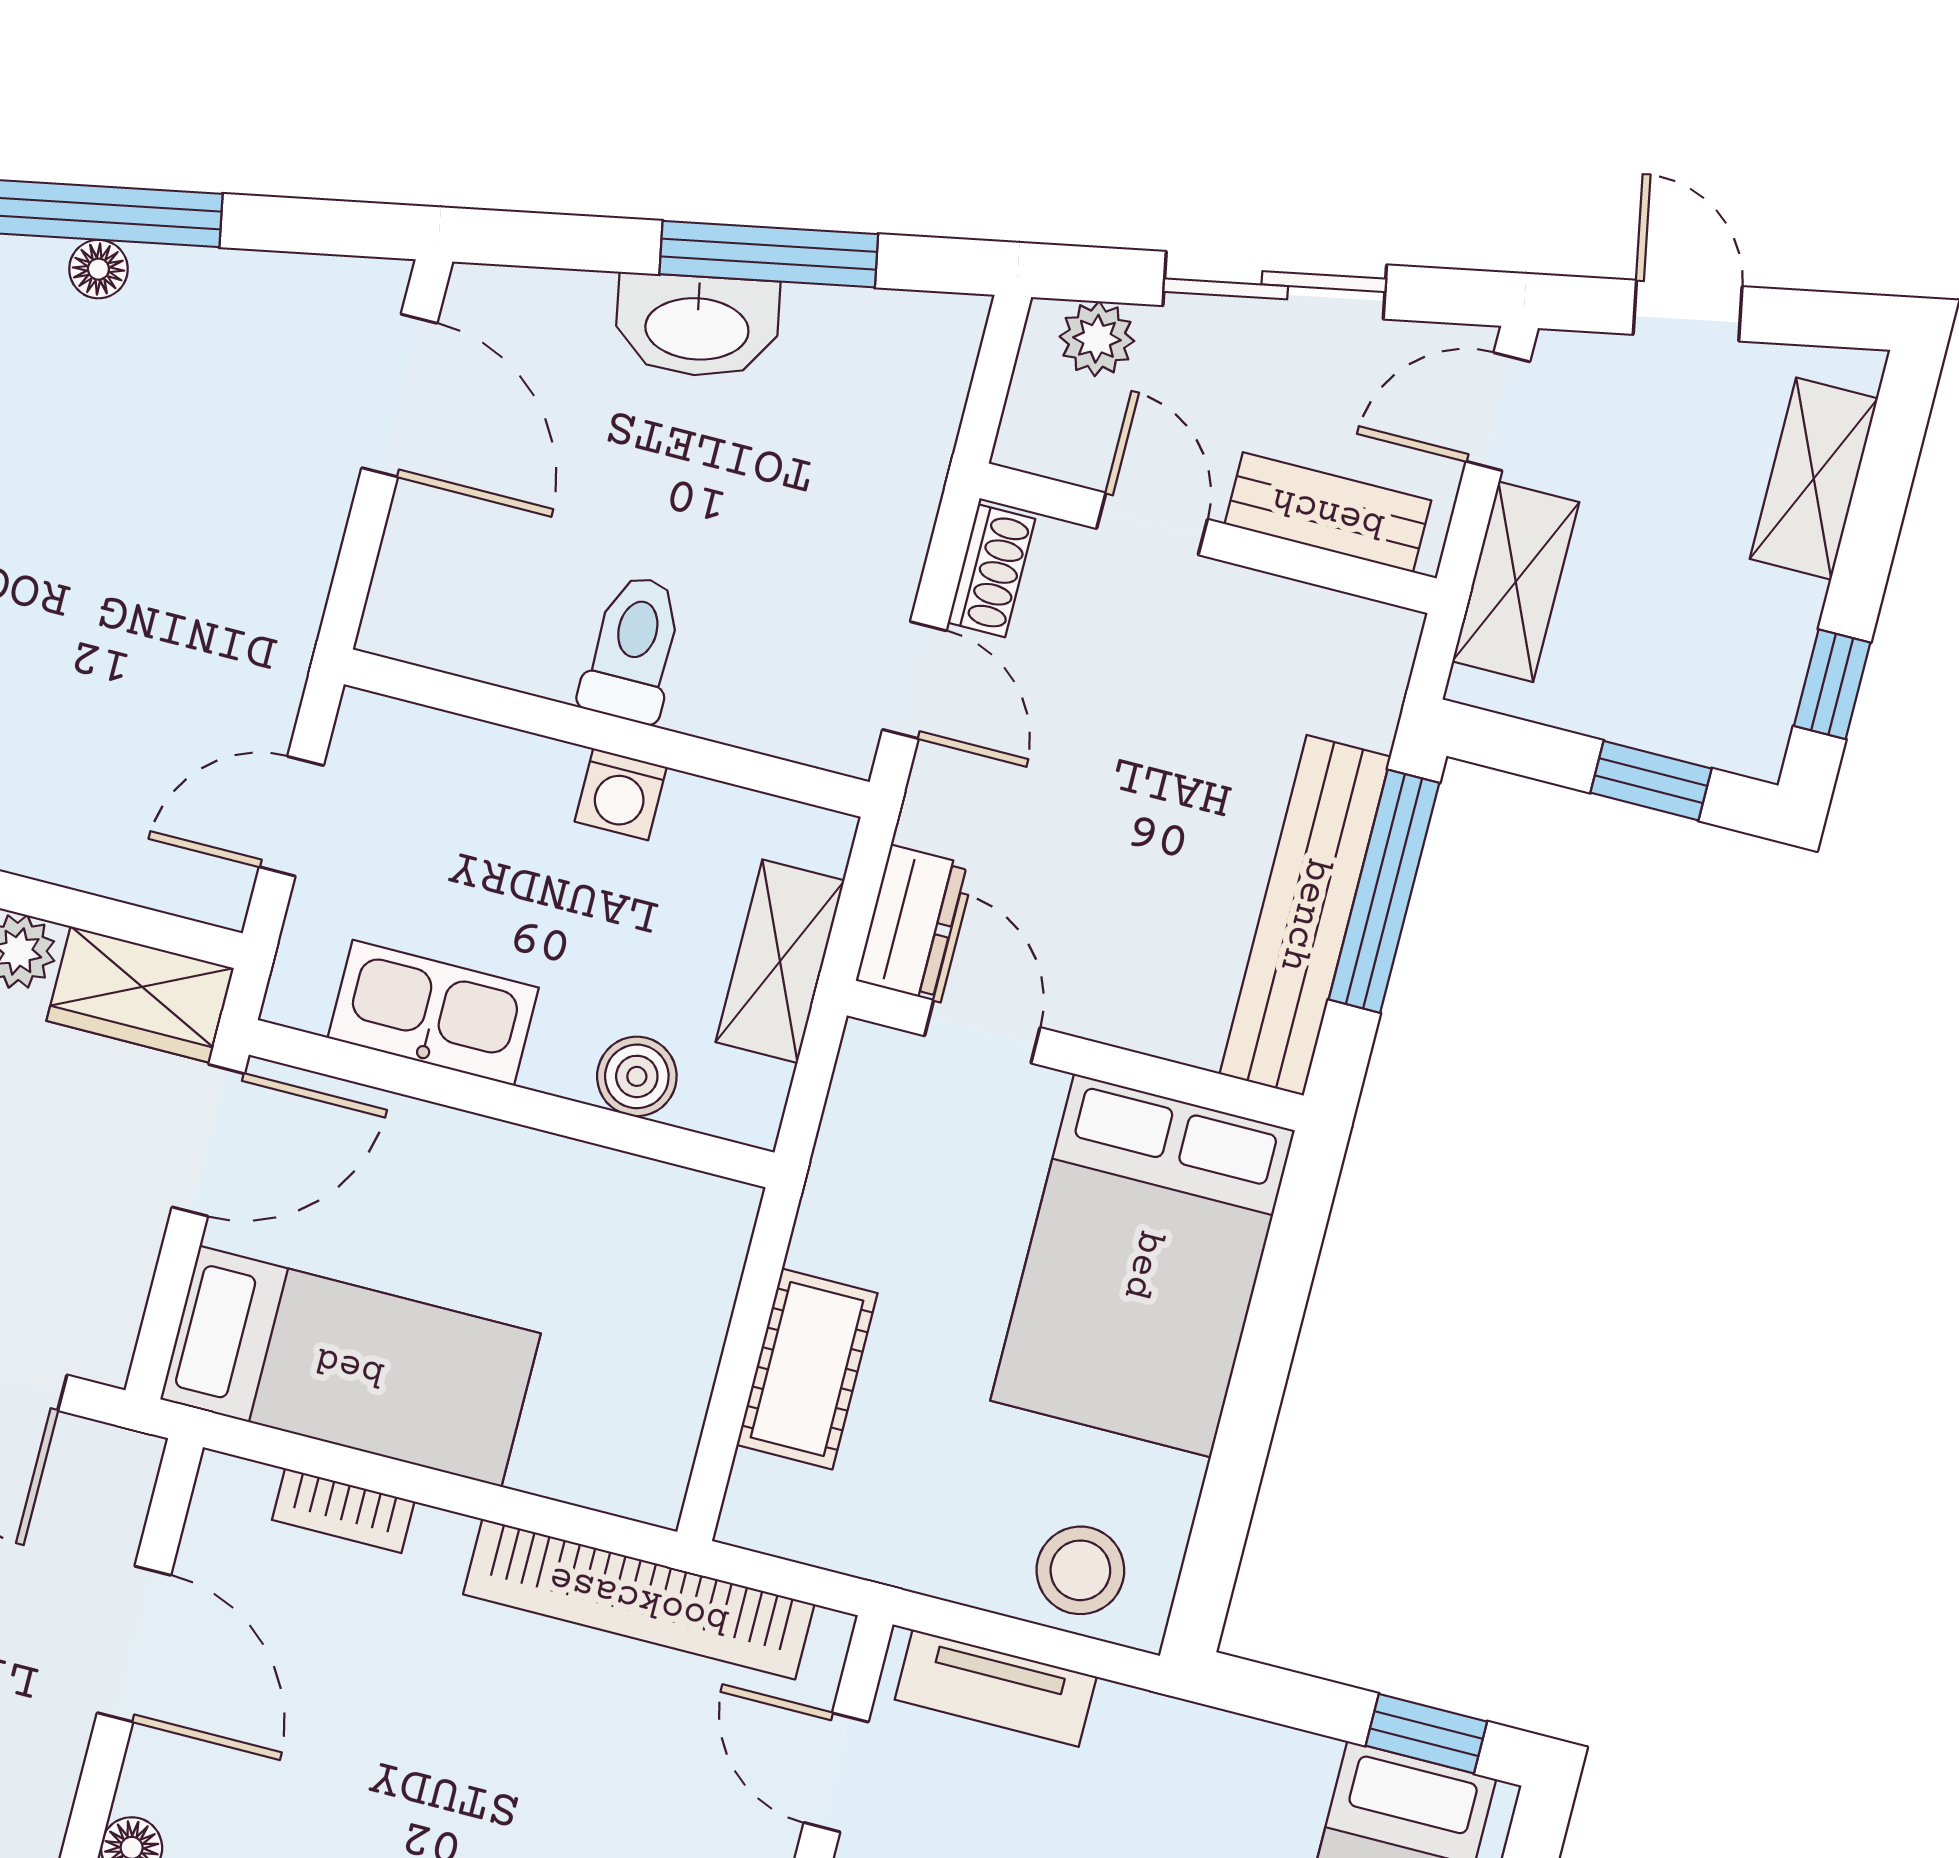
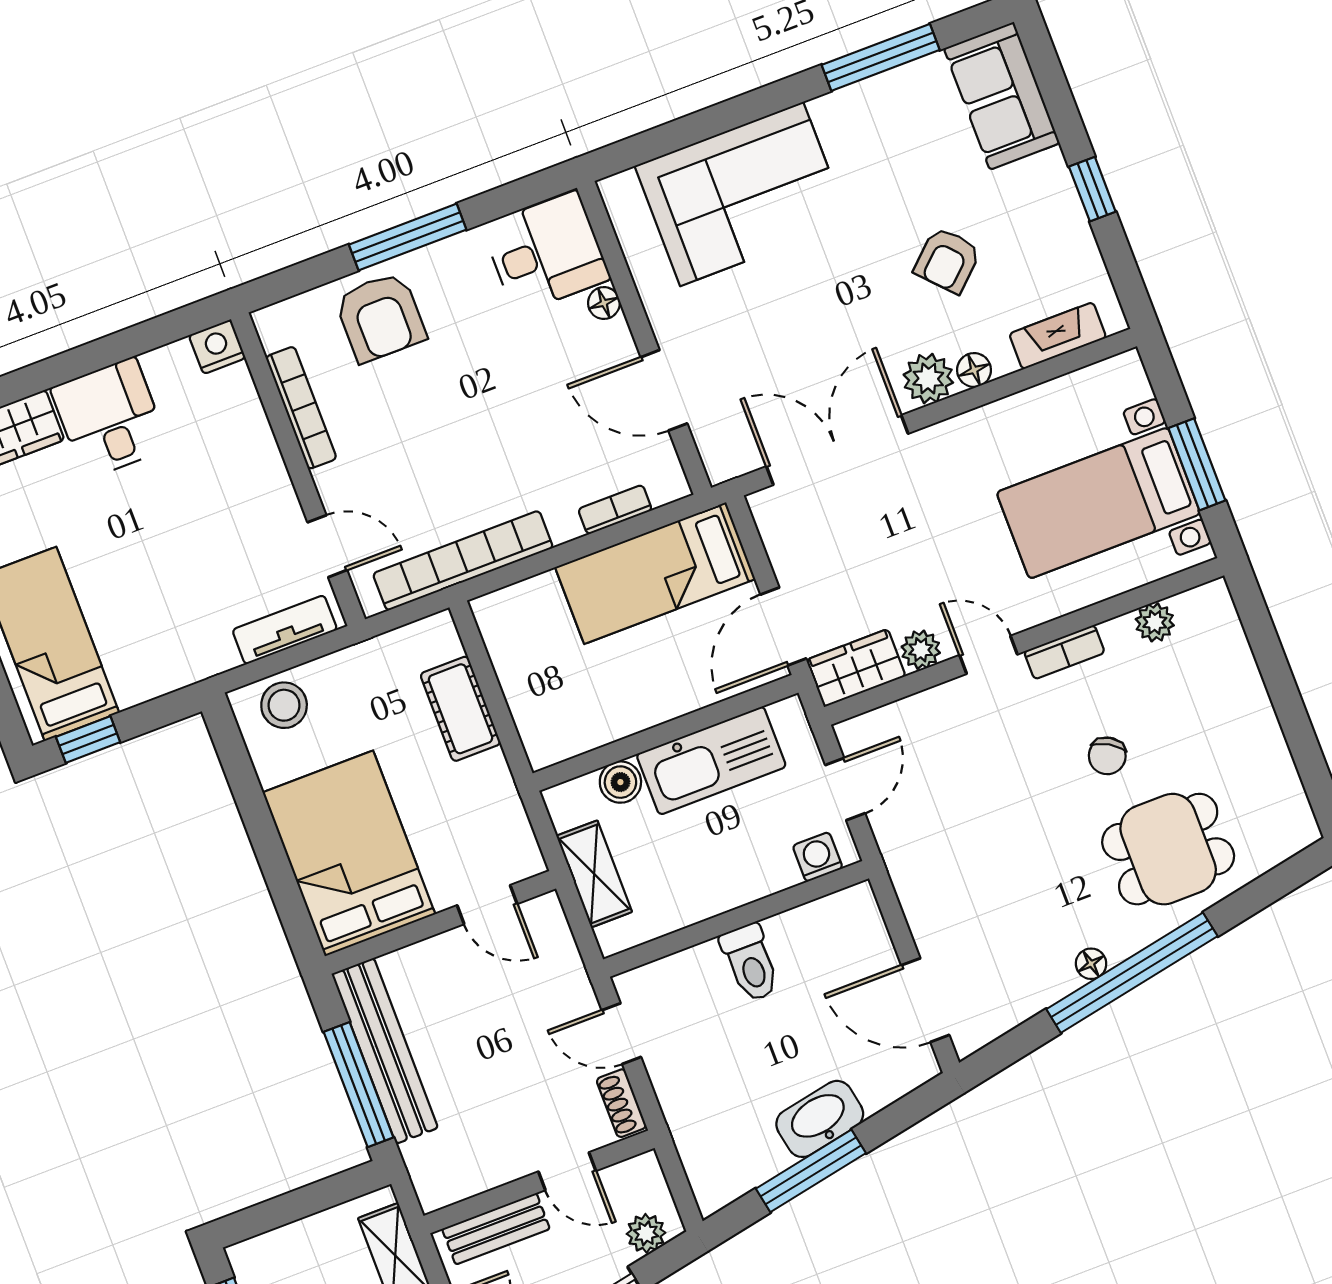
window: (1651, 781) -> (278, 1212), removed
washing machine: (621, 794) -> (818, 857), moved
dresser: (911, 922) -> (550, 930), removed
kitchen sink: (433, 1013) -> (711, 761), width x1.36, depth x1.24

